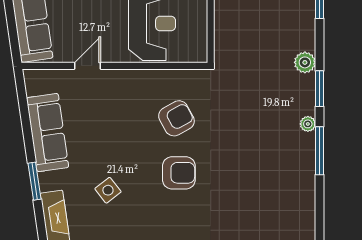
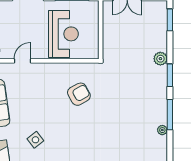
plant: (308, 124) -> (162, 130), moved
armchair: (179, 173) -> (80, 129), removed

